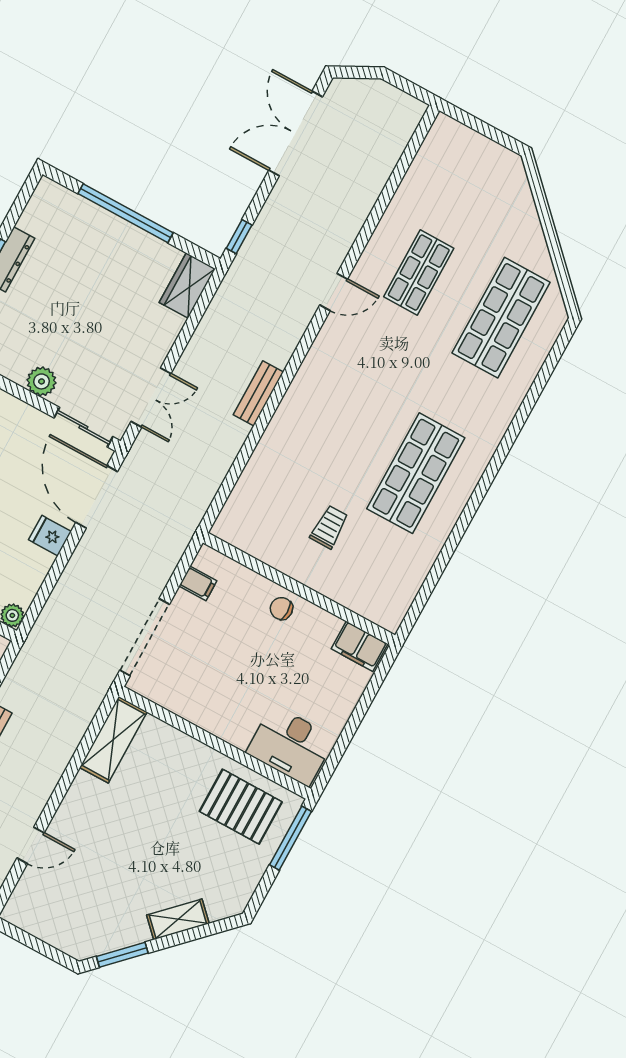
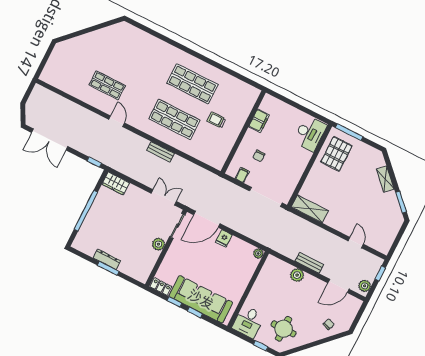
shop shelf: (501, 318) -> (174, 119), moved
chair: (281, 609) -> (259, 156), moved
filing cabinet: (360, 646) -> (259, 121), moved

